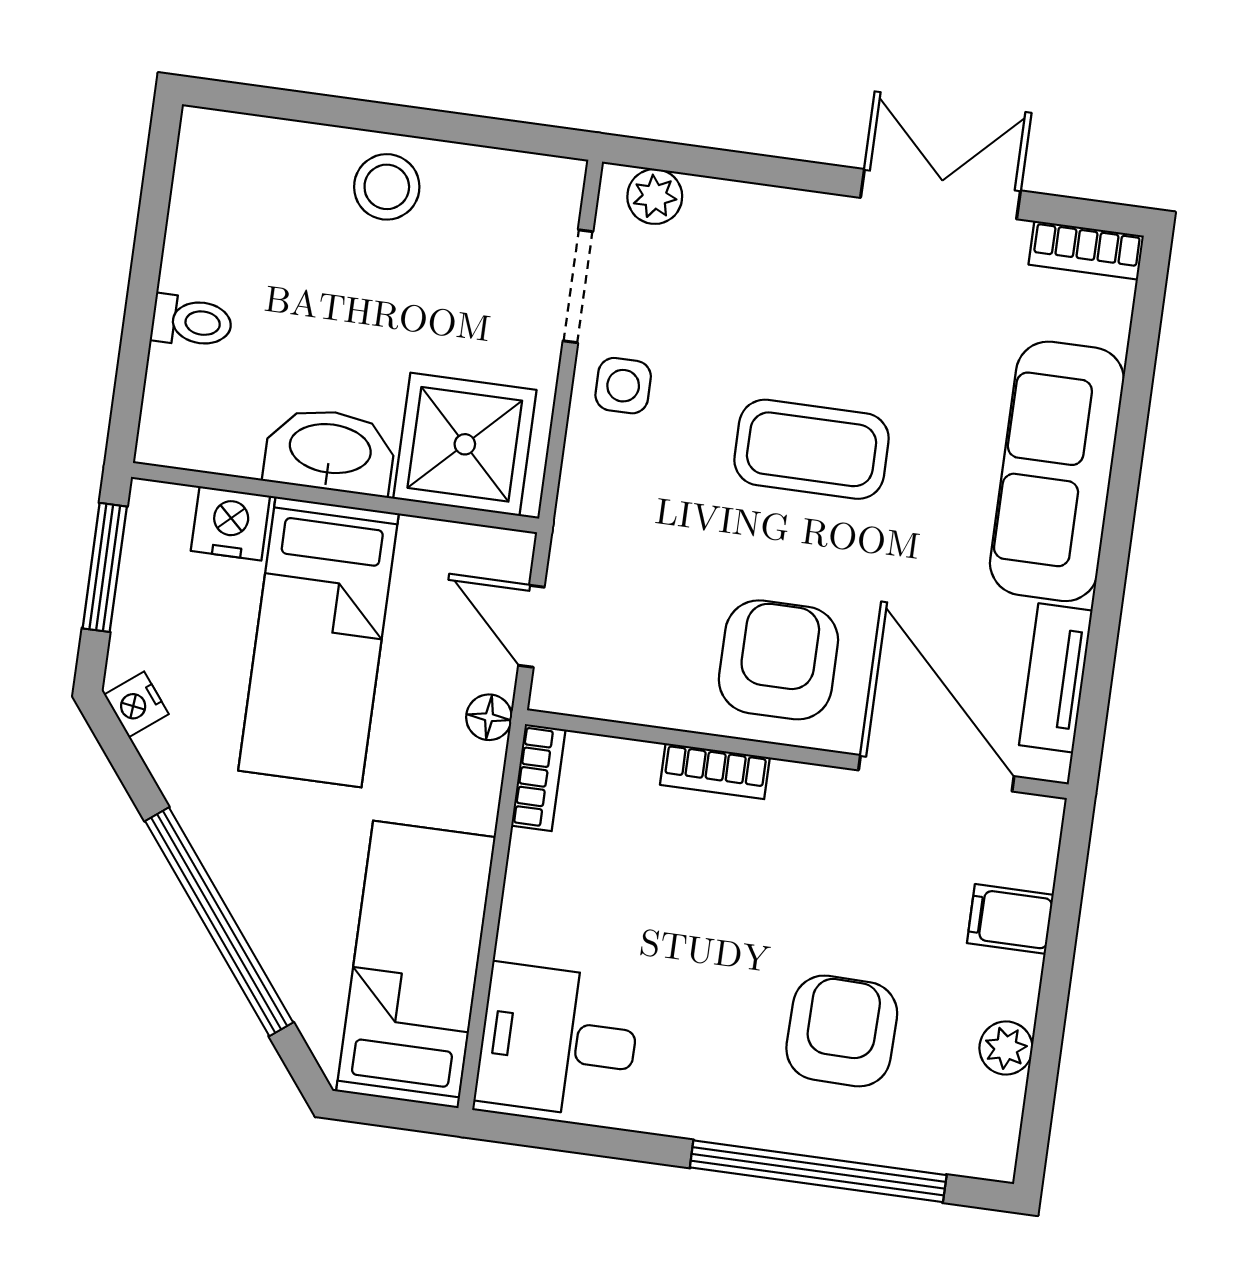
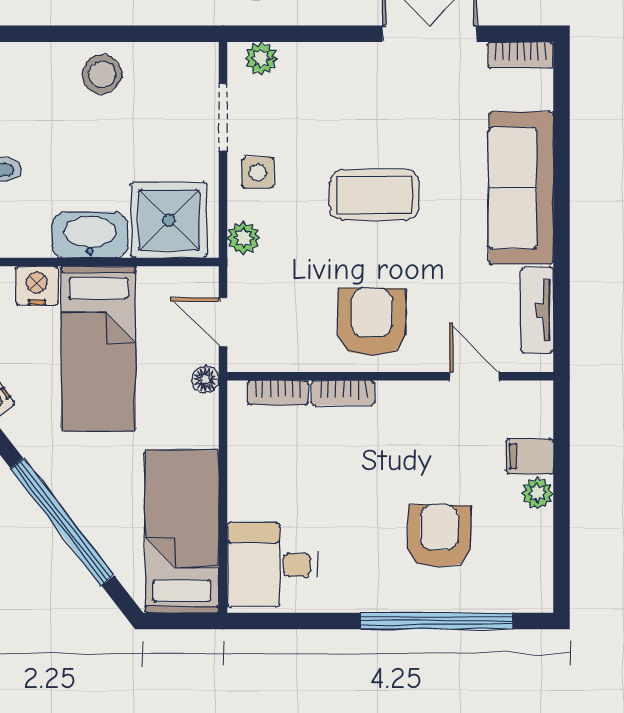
plant: (585, 491) -> (244, 238), added
door: (936, 773) -> (474, 376), width x0.53
bookcase: (538, 778) -> (278, 393), moved, turned 90
plant: (1006, 1048) -> (538, 493), moved

